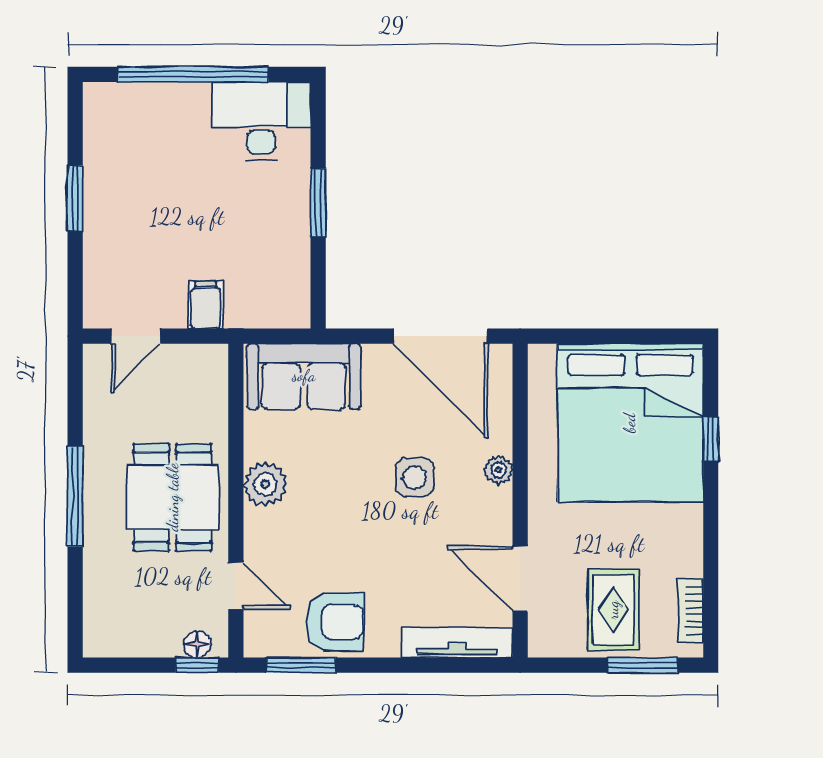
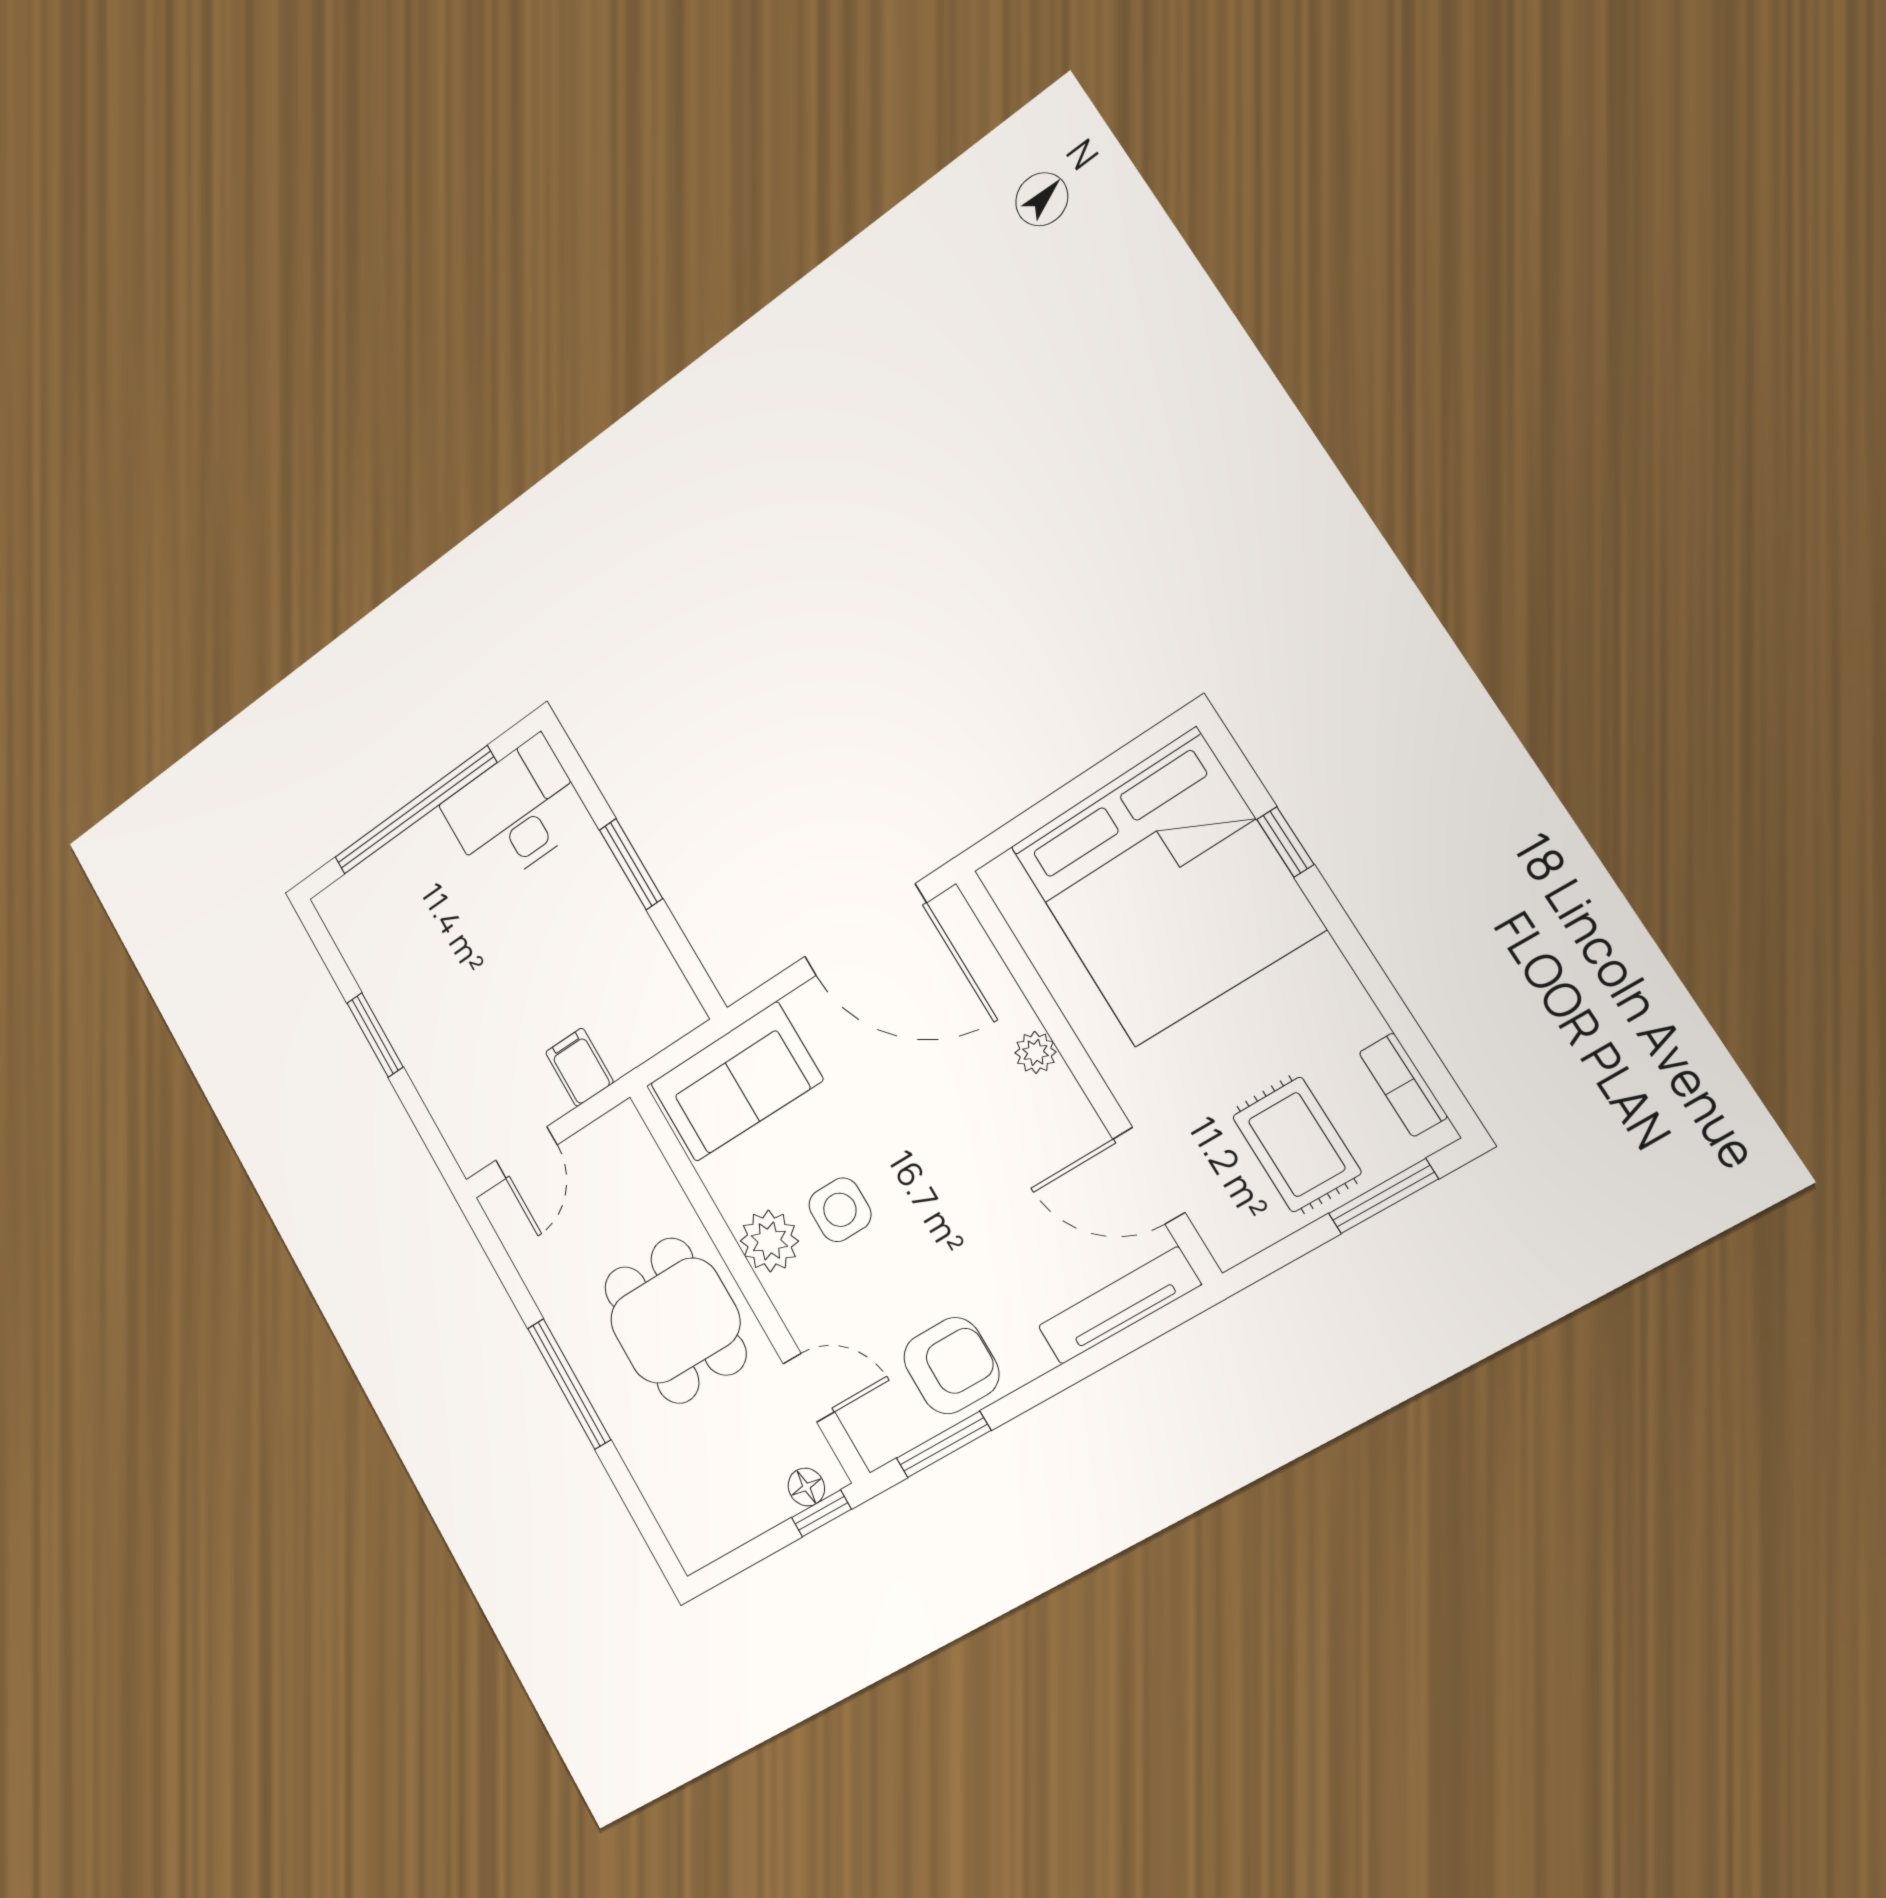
side table: (414, 477) -> (840, 1210), moved

